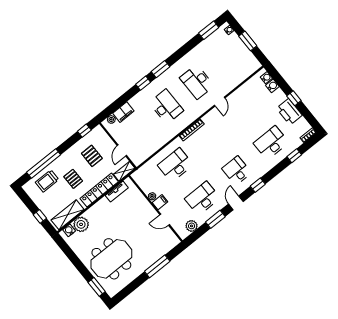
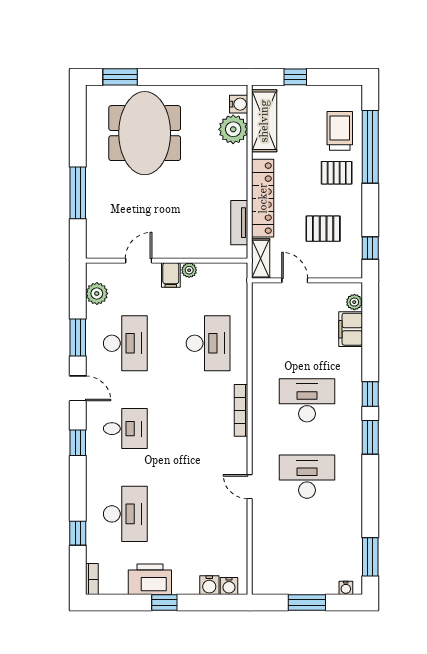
desk: (166, 107) -> (307, 400), turned 180
pallet: (73, 179) -> (337, 173), moved

